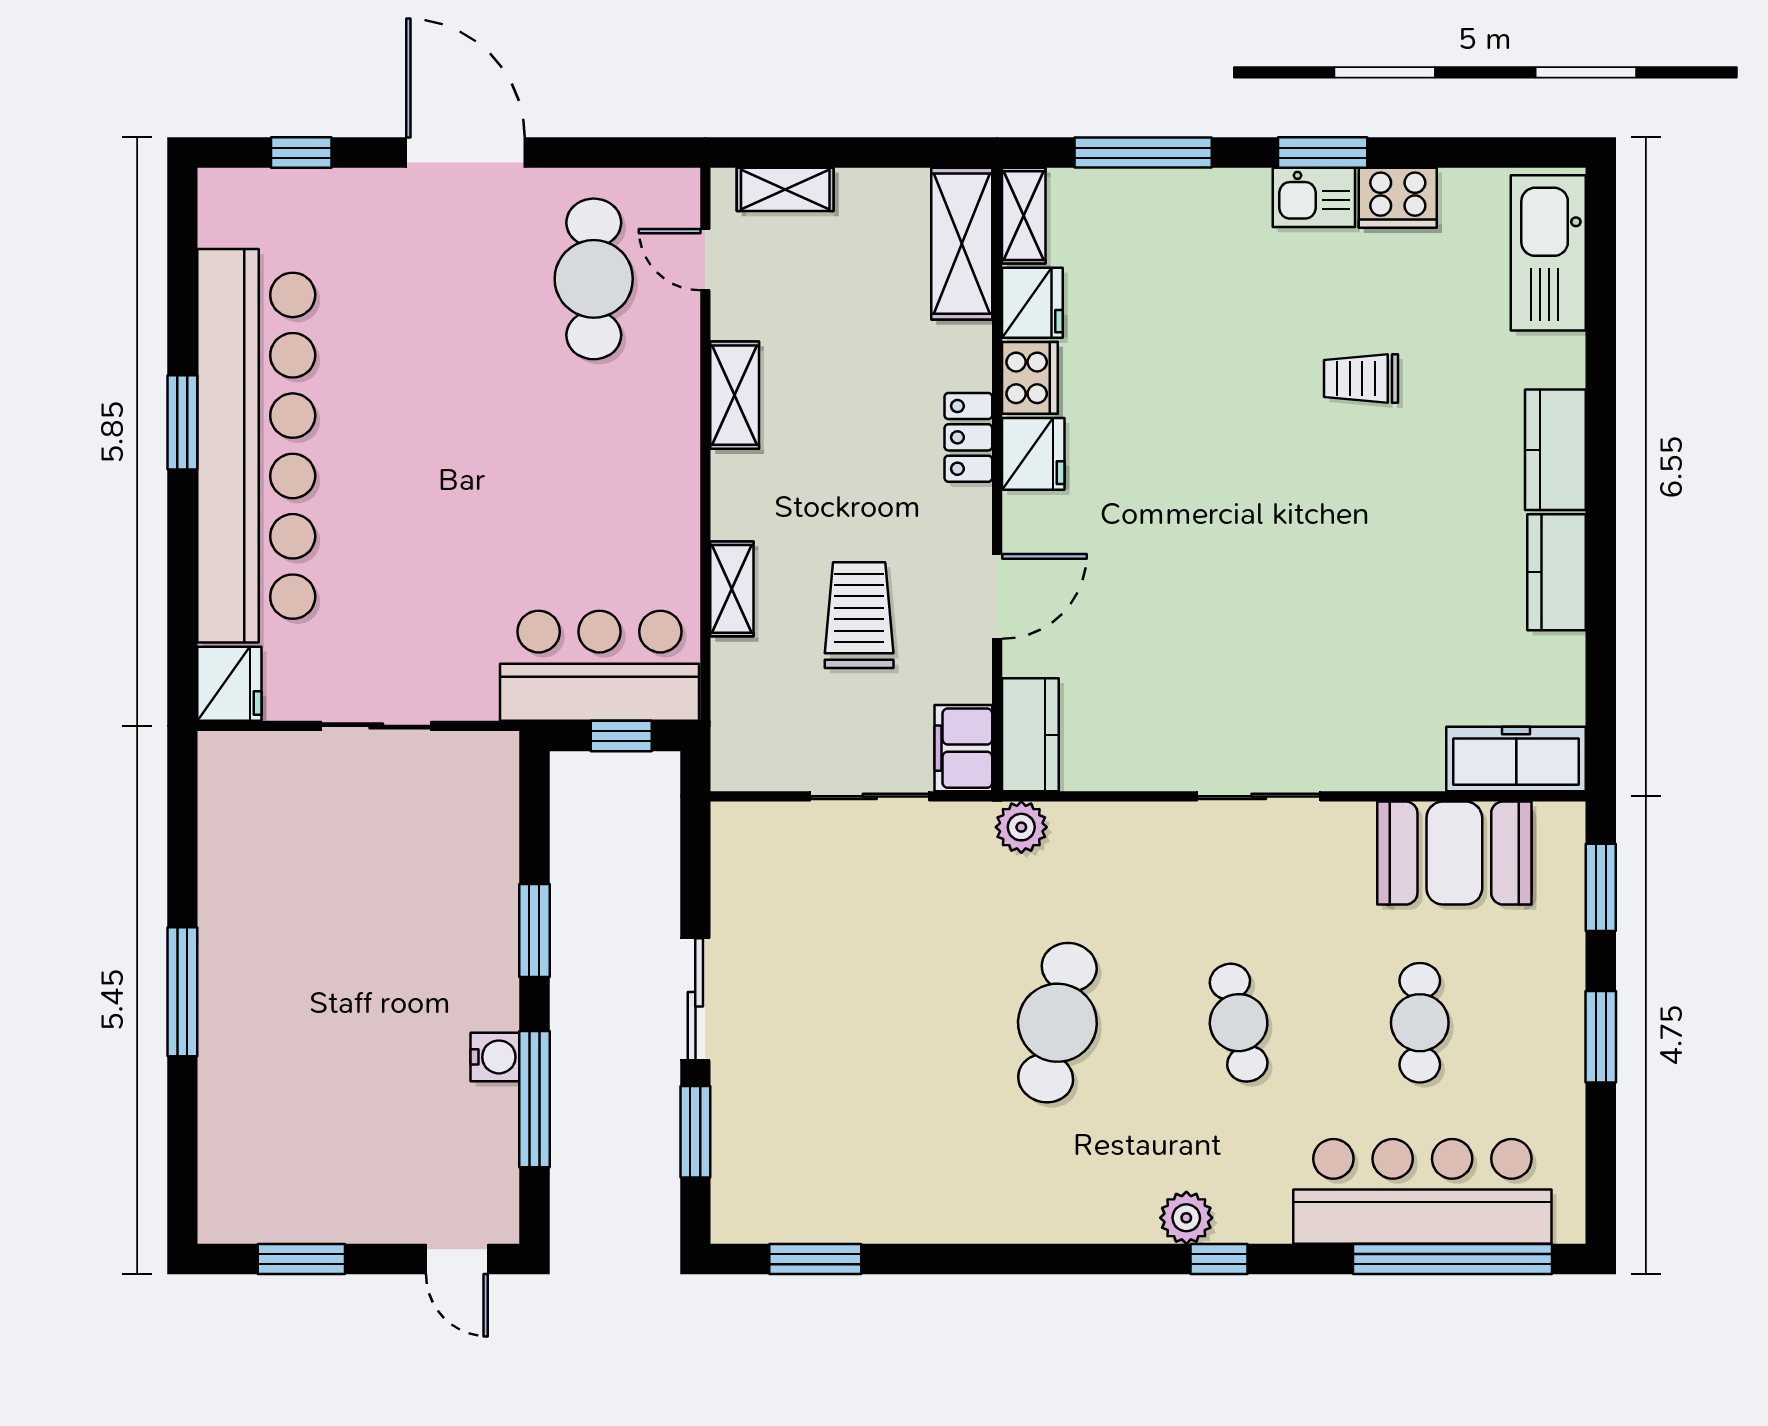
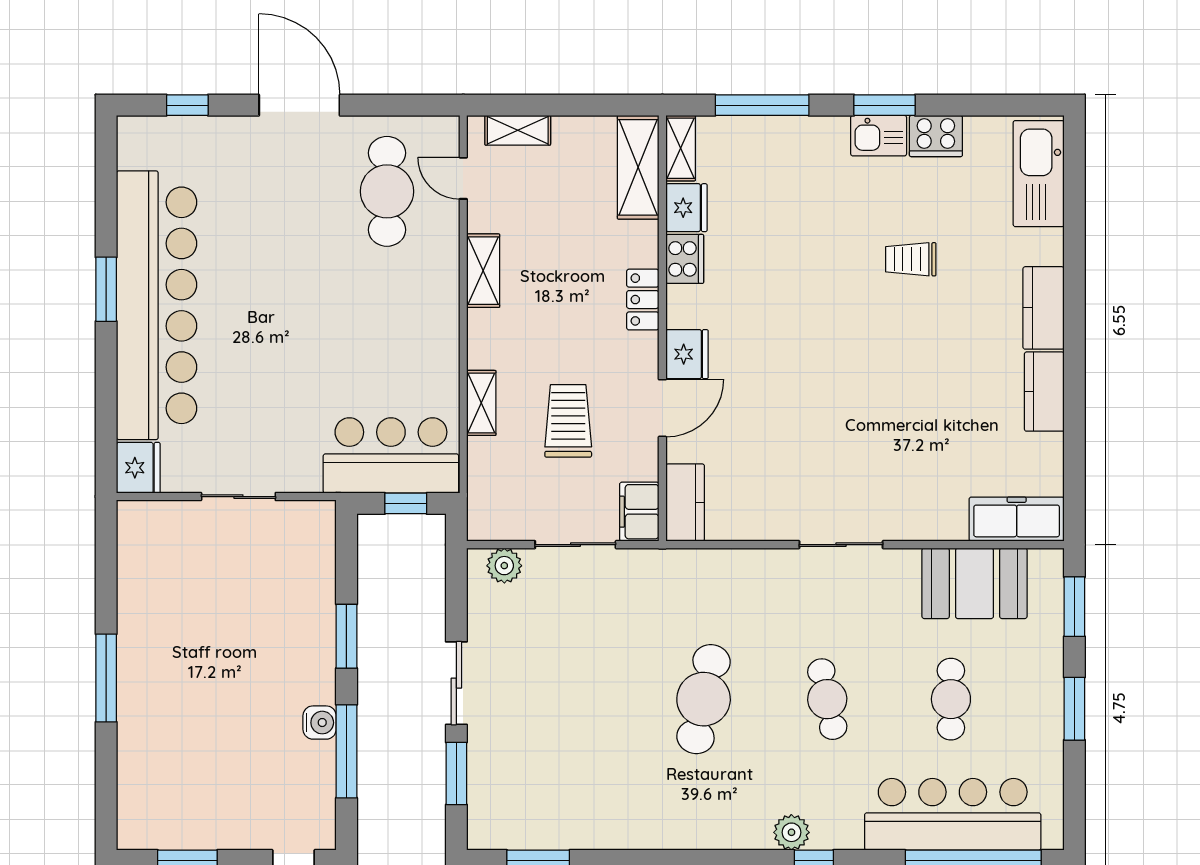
fridge: (1033, 454) -> (687, 354), moved
plant: (1021, 827) -> (504, 566), moved

